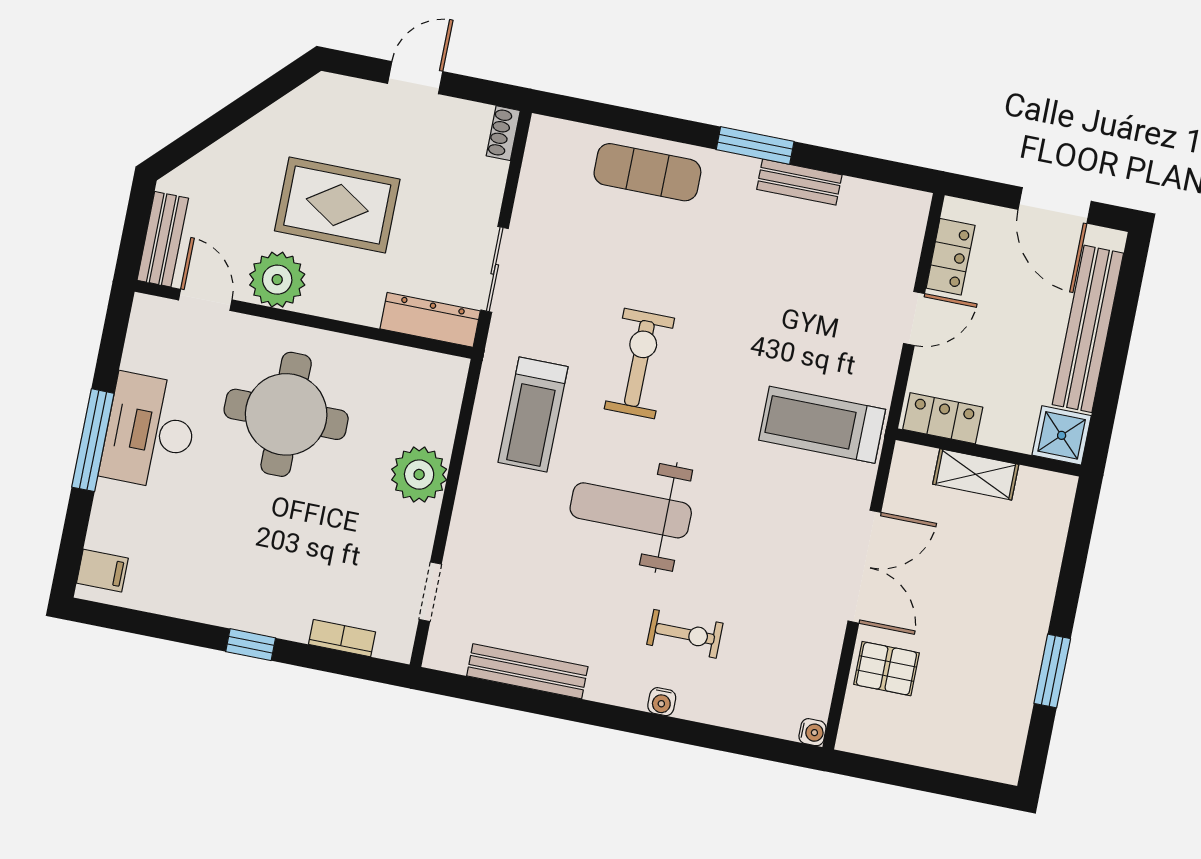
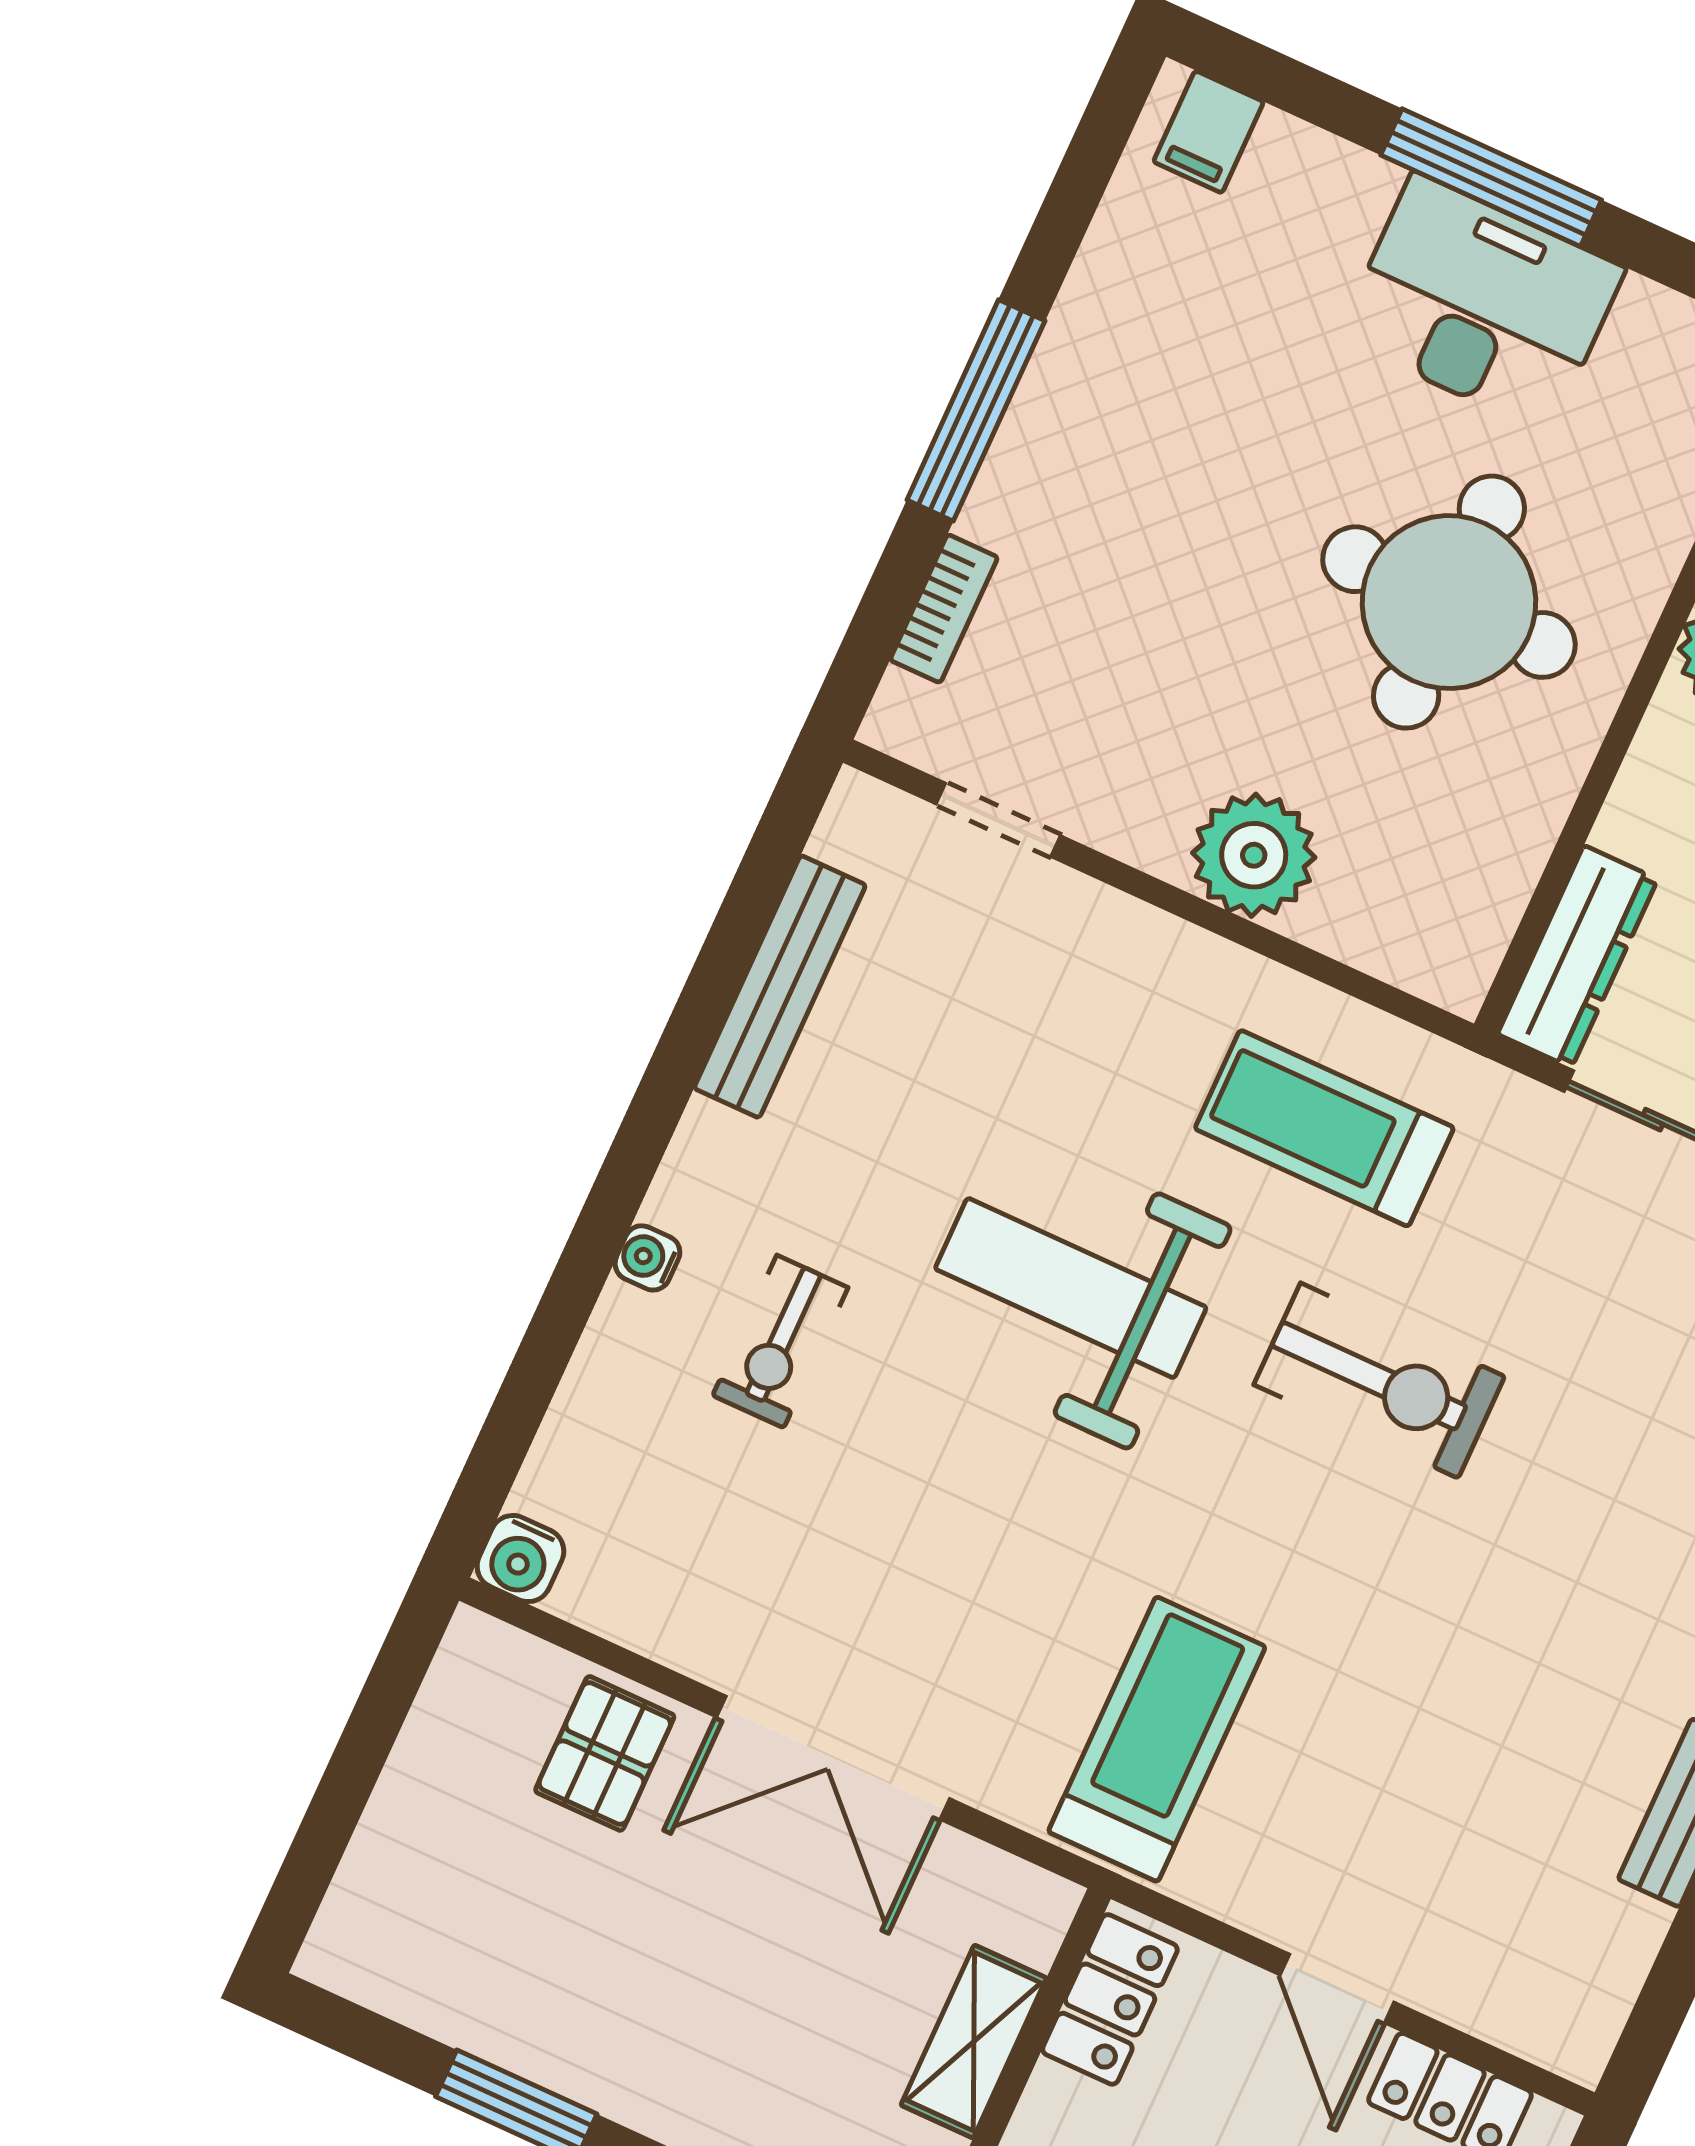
weight bench: (631, 510) -> (1071, 1288), turned -90
window: (251, 645) -> (976, 410), width x2.17
water cooler: (812, 732) -> (520, 1559), width x1.38, depth x1.38

